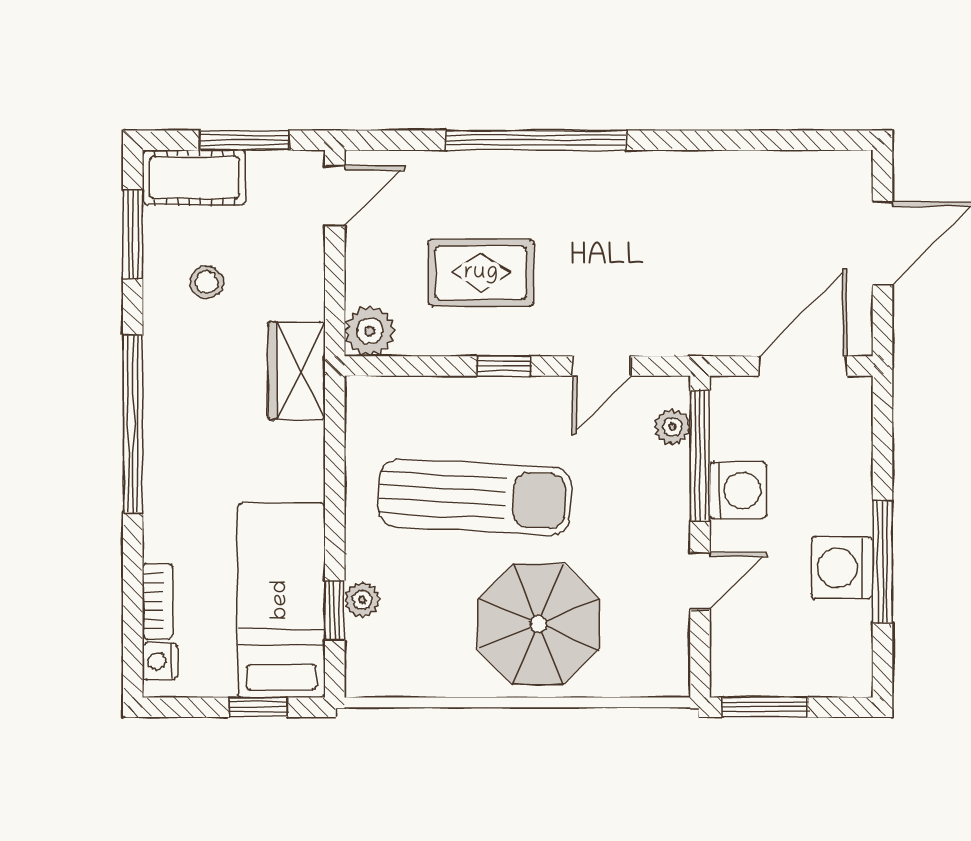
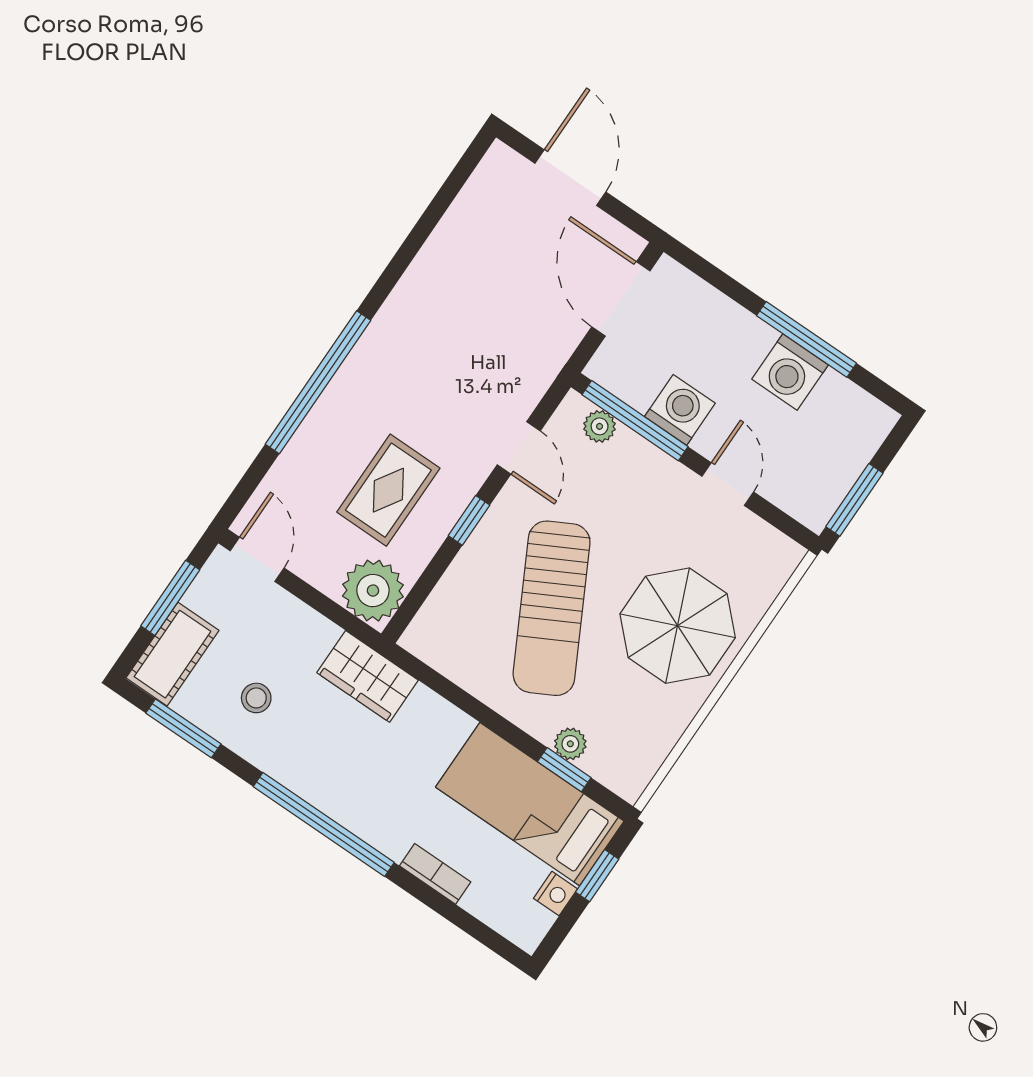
plant: (370, 331) -> (373, 591), width x1.36, depth x1.36
sun lounger: (475, 497) -> (552, 608), turned 149
bookcase: (158, 601) -> (435, 874), moved
nightstand: (160, 661) -> (555, 894), moved, turned -90

